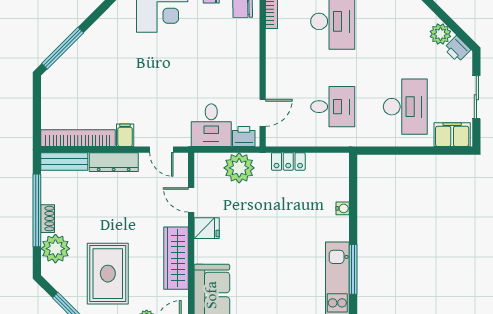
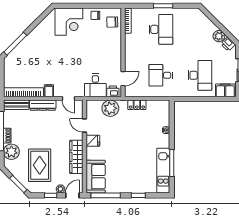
desk: (333, 107) -> (161, 75), turned 180

